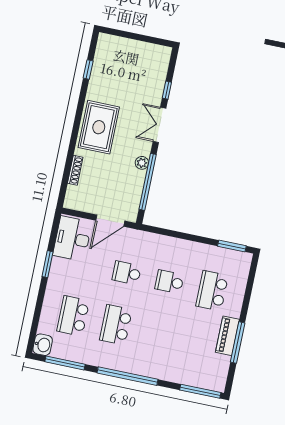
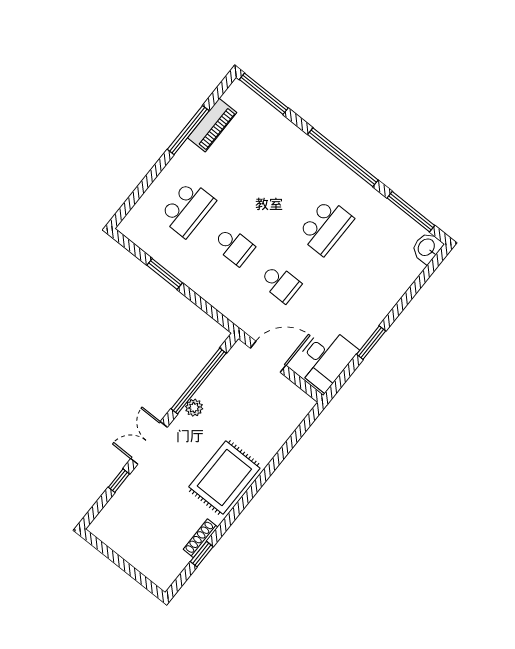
double door: (160, 125) -> (149, 443), swing flipped
shoe rack: (75, 170) -> (201, 538), moved
window: (232, 246) -> (165, 274), moved
school desk: (73, 316) -> (372, 264), removed
piano: (227, 336) -> (212, 125), moved

